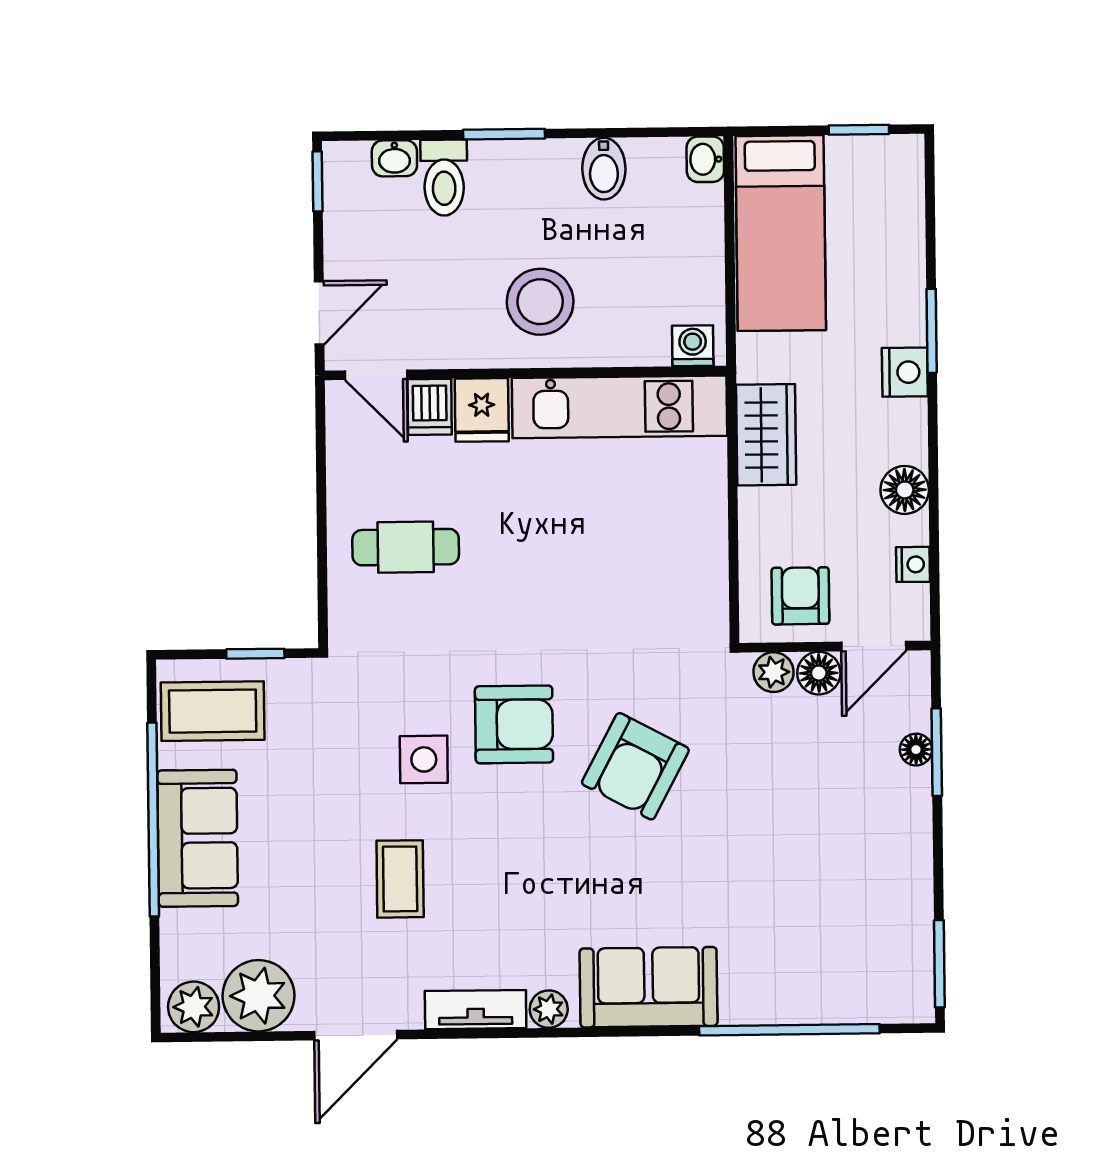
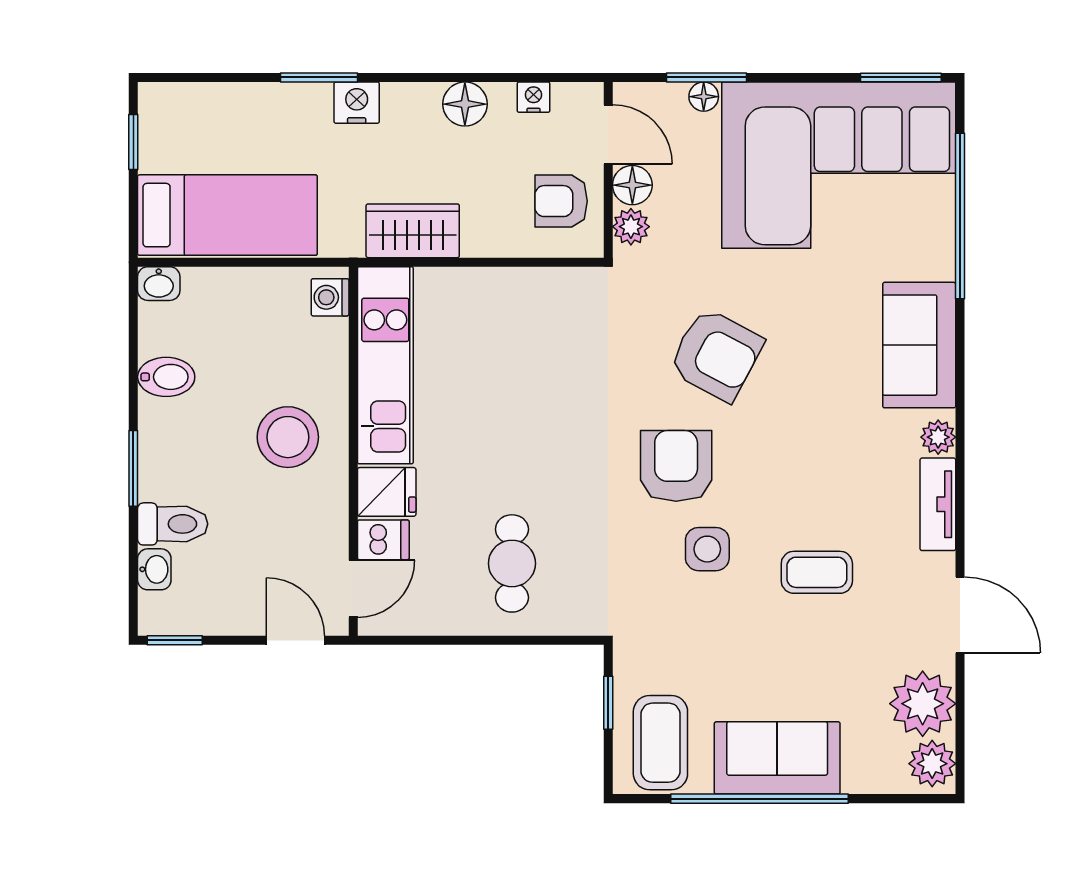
corner sofa: (843, 897) -> (839, 165), added

